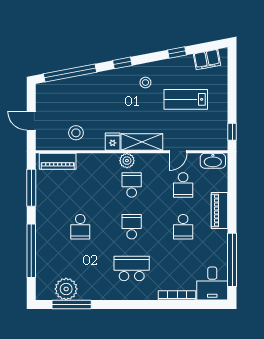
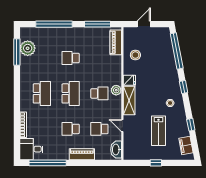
lab bench: (186, 99) -> (158, 131), turned 180
window: (232, 132) -> (156, 163), moved
school desk: (132, 227) -> (71, 93), width x1.85

